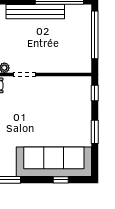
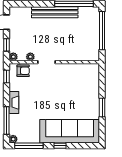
window: (95, 93) -> (102, 77), removed
window: (61, 180) -> (60, 146), moved

